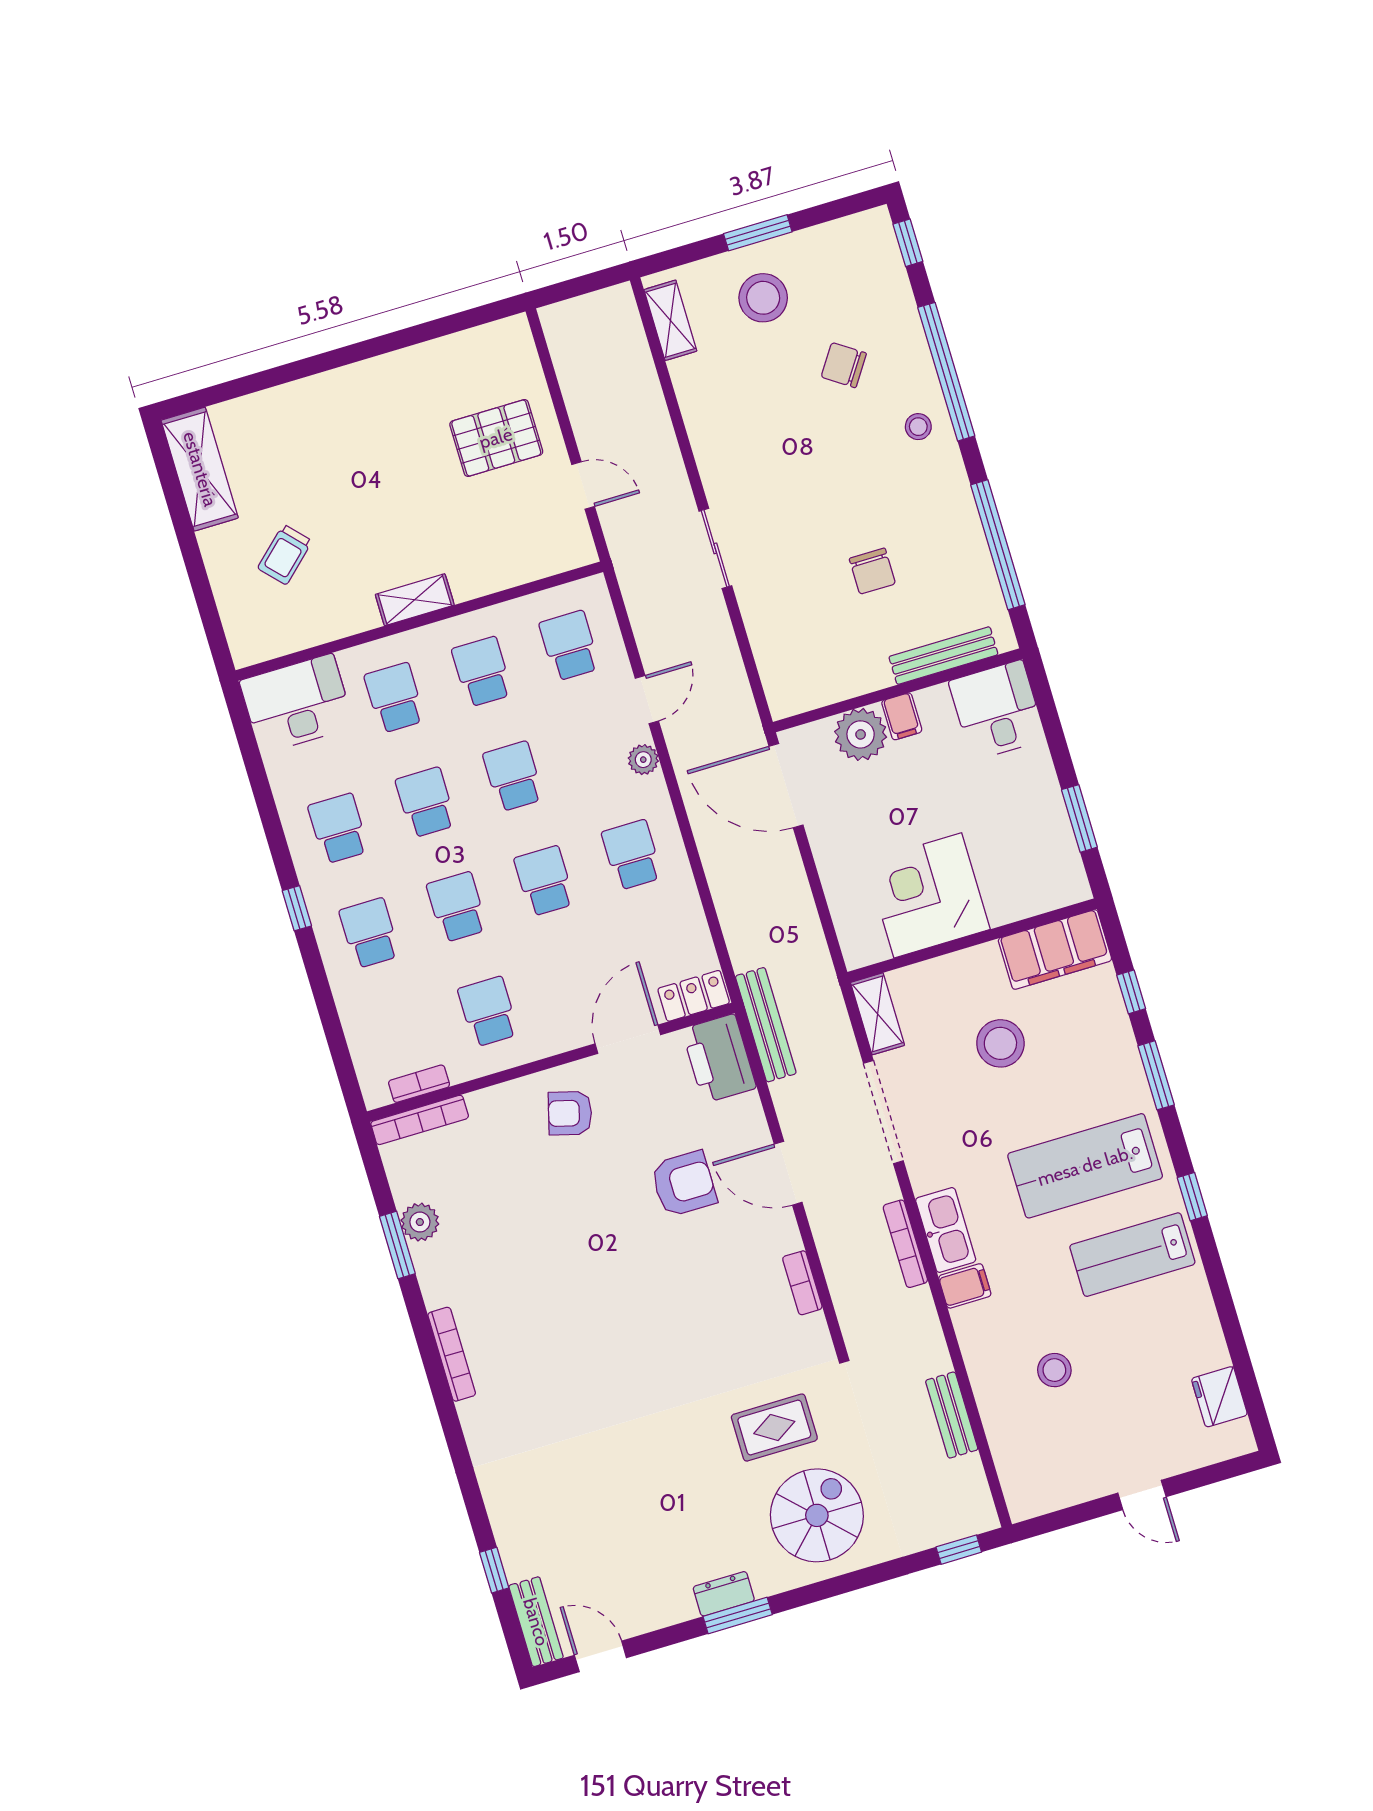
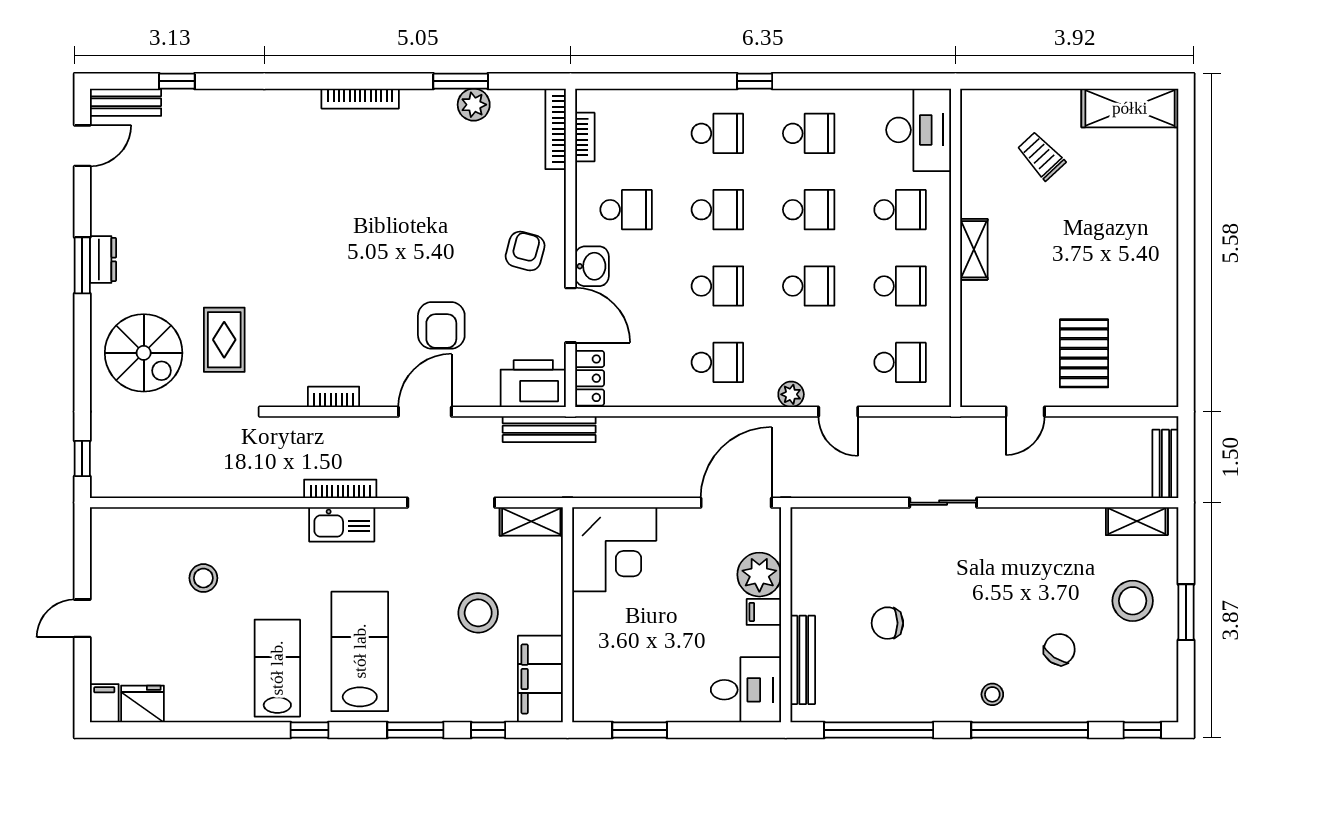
corner desk: (928, 895) -> (614, 549), moved, turned 90
washbasin: (565, 1031) -> (592, 266), added
filing cabinet: (965, 1286) -> (104, 703), moved, turned 180
bench: (952, 1415) -> (1165, 464), moved, turned 90

